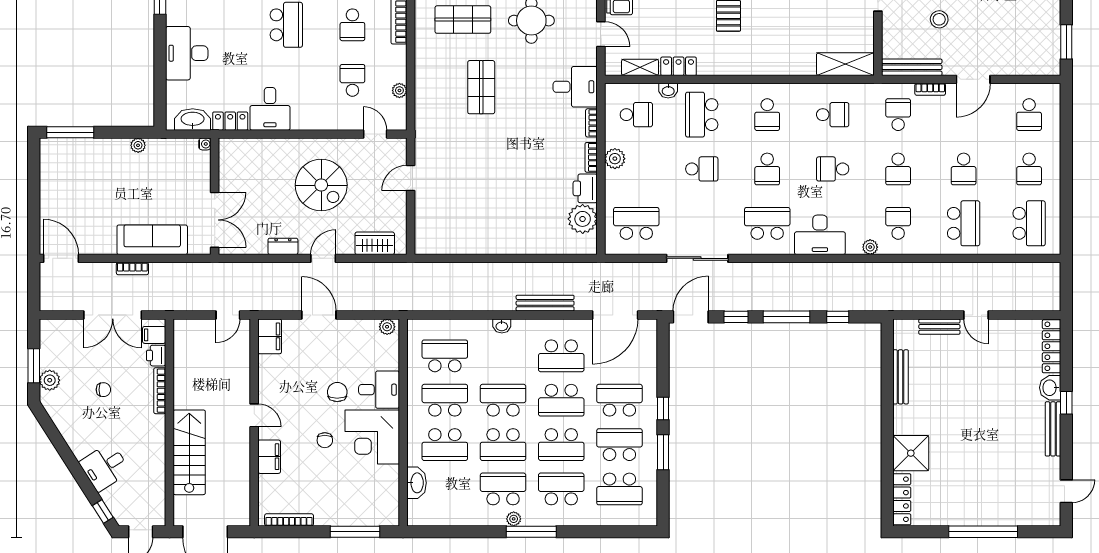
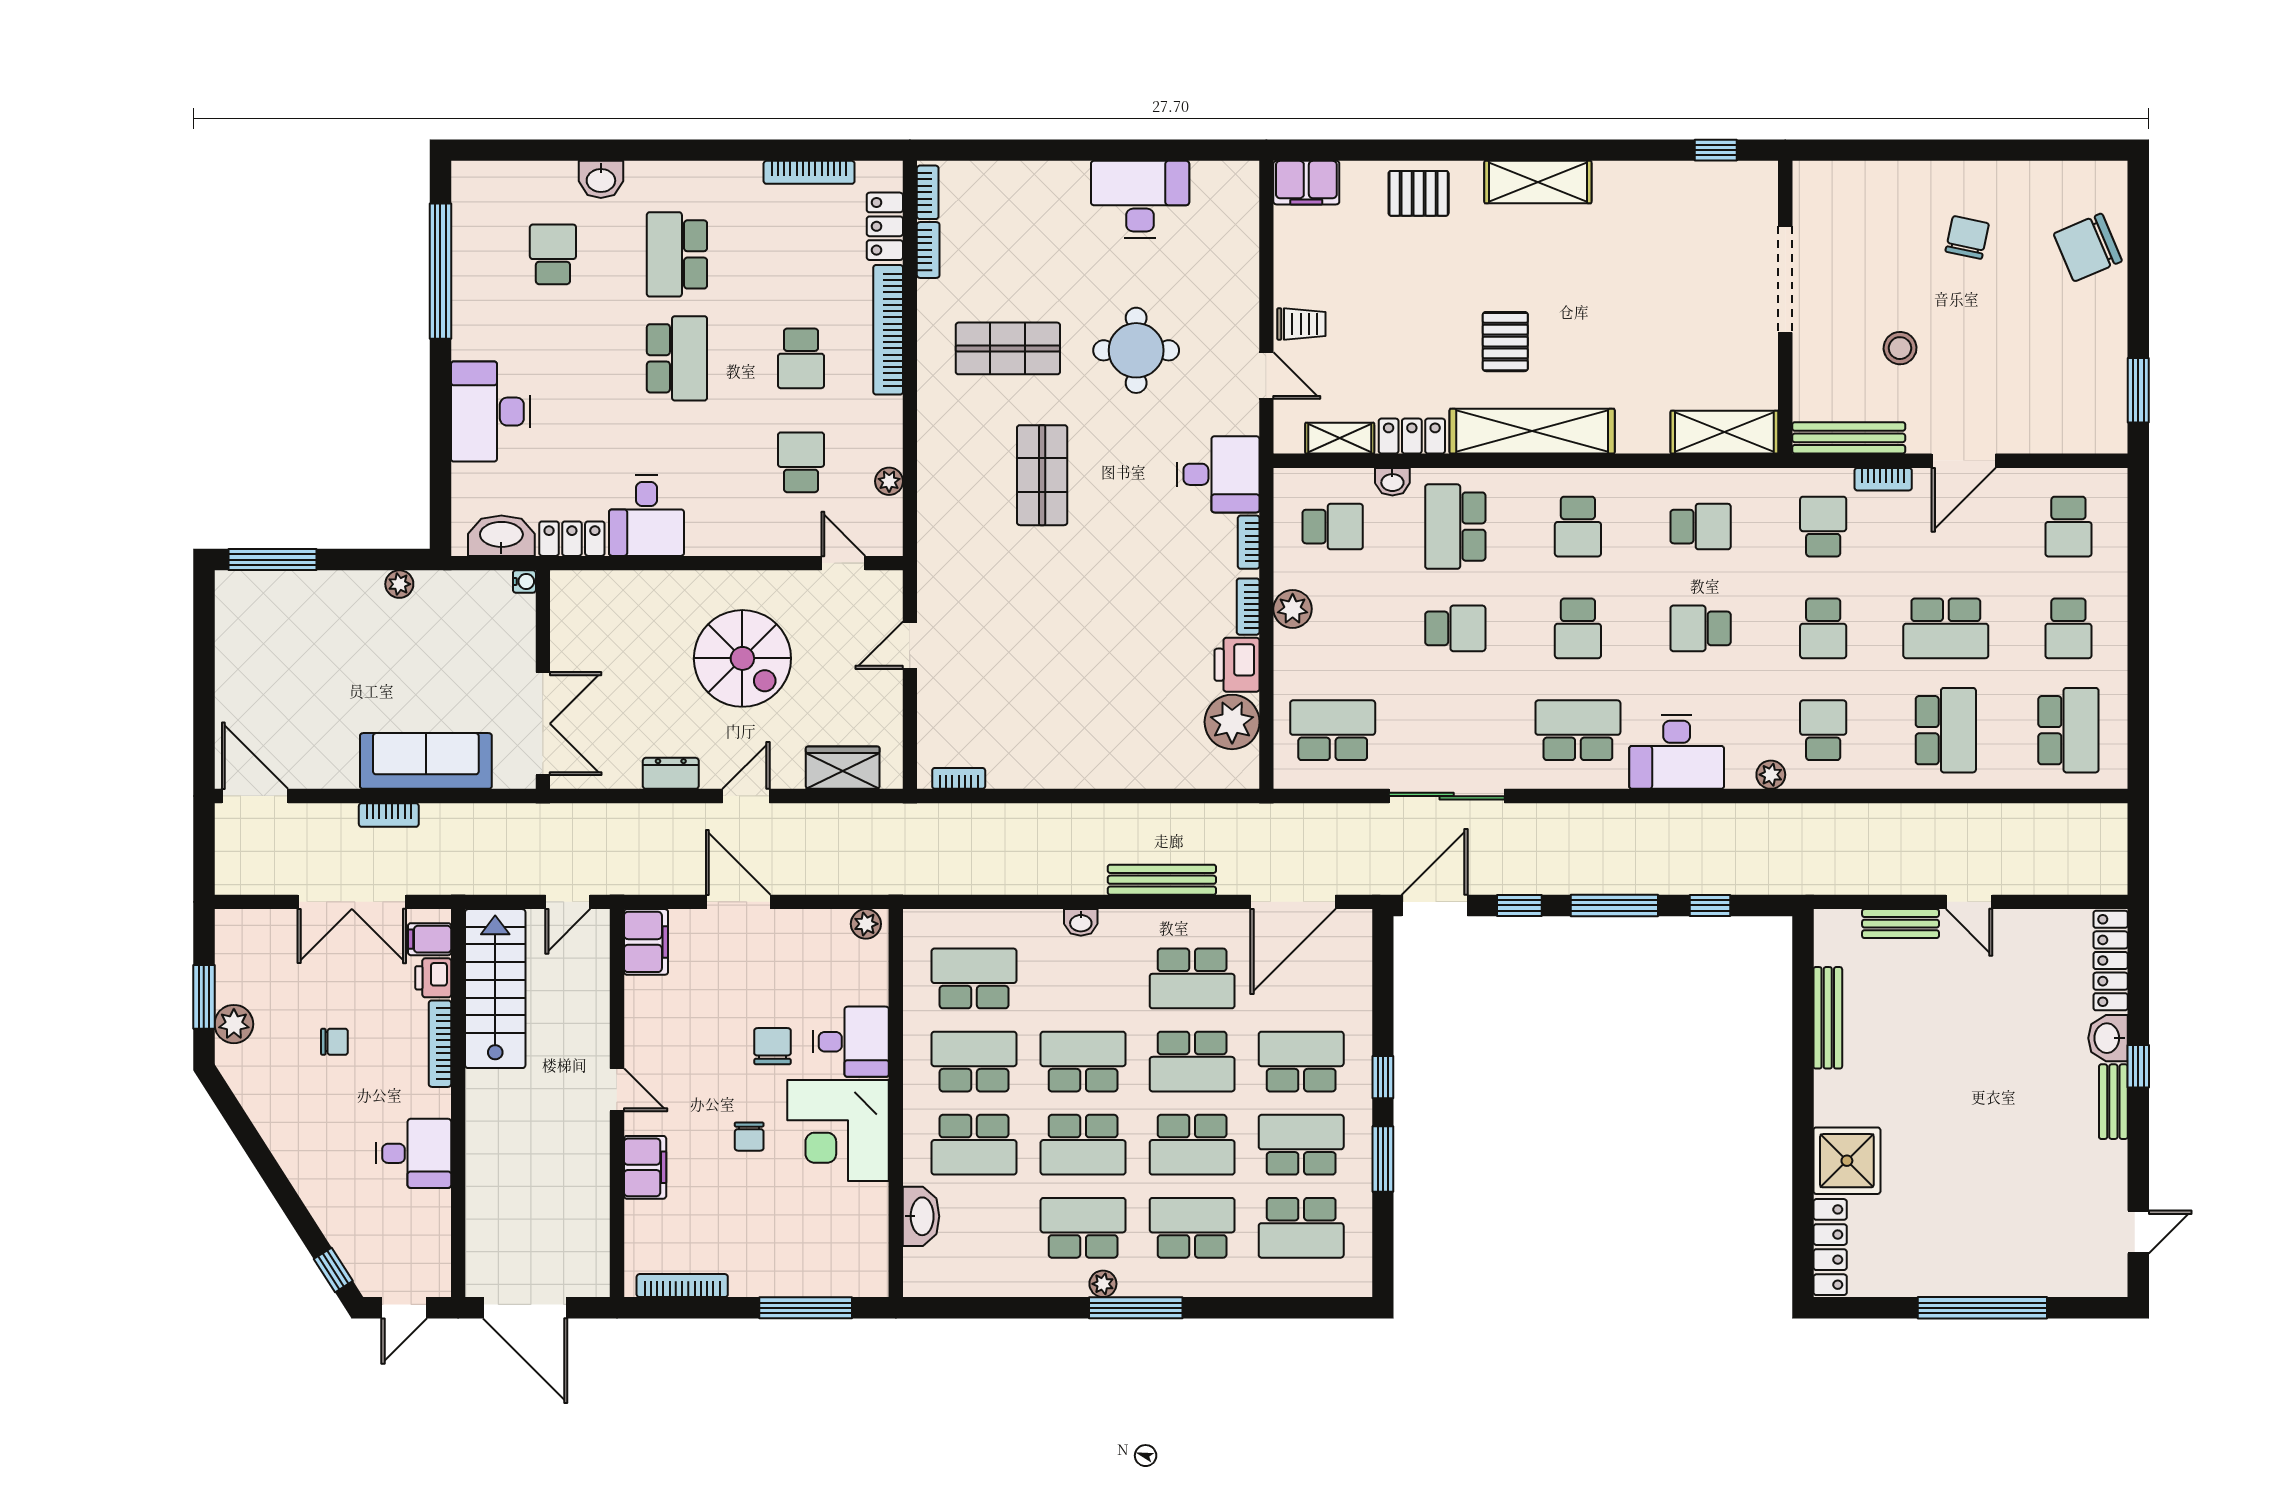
shelving: (743, 64) -> (1532, 431), added
school desk: (964, 169) -> (1946, 628), width x1.85
bookcase: (437, 249) -> (959, 778), added
bench: (1053, 429) -> (2113, 1102), width x0.73
stairs: (189, 452) -> (495, 989), moved
desk: (105, 467) -> (414, 1153), moved, turned -147

